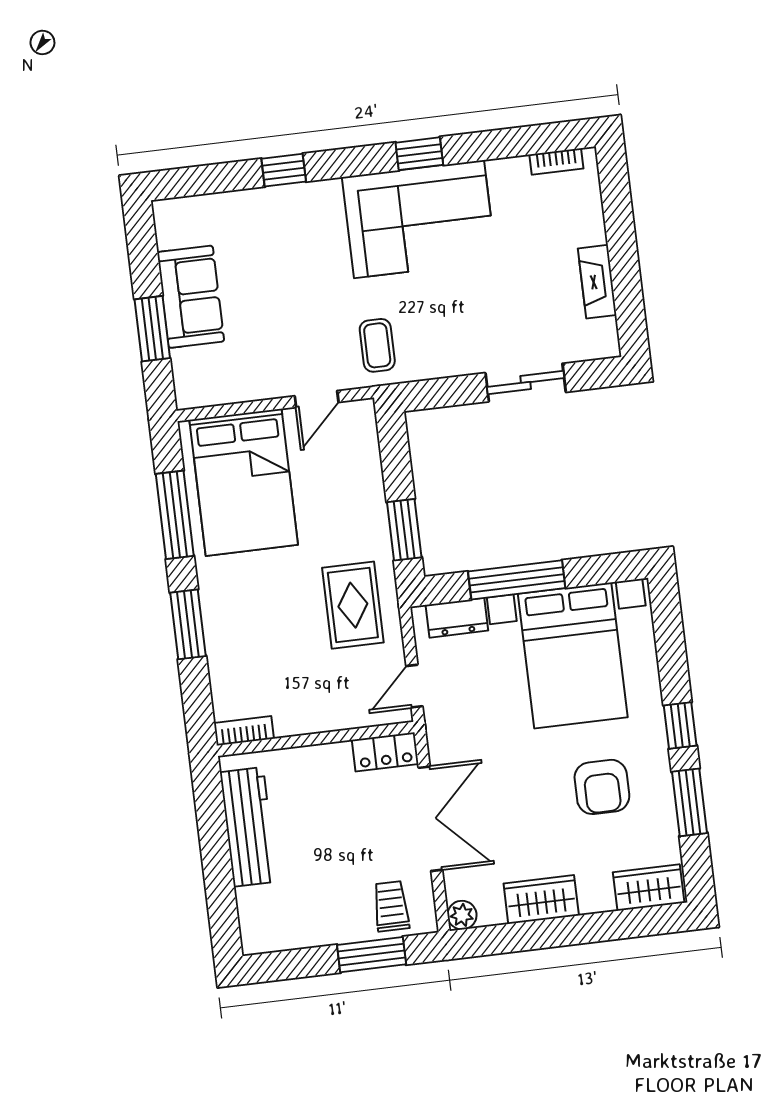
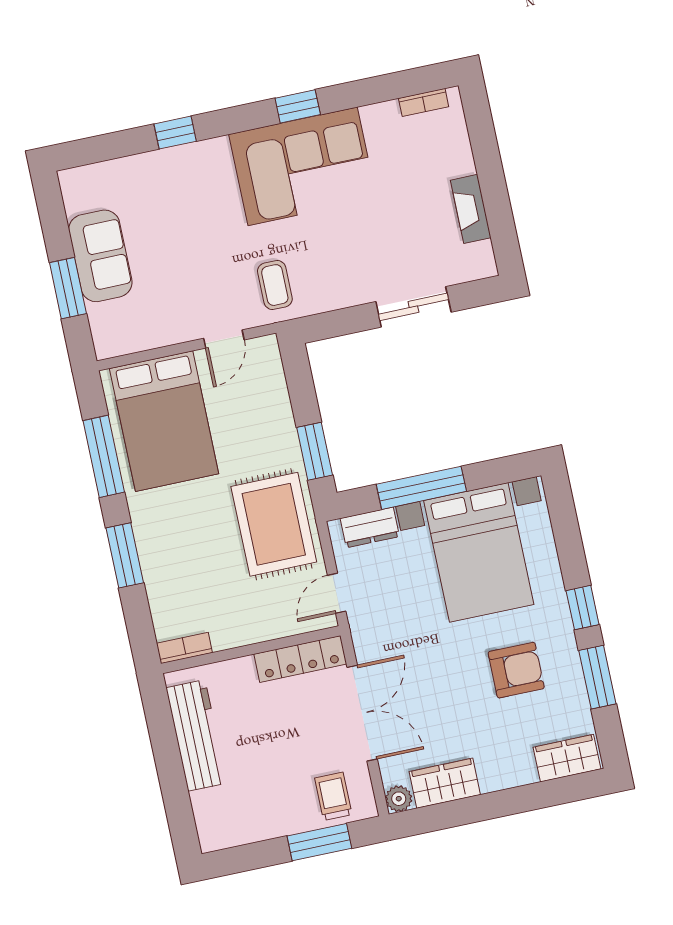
rug: (353, 605) -> (274, 524), width x1.36, depth x1.43
locker: (385, 752) -> (300, 659), width x1.53
armchair: (602, 787) -> (516, 670), turned -90
wardrobe: (541, 899) -> (445, 783), moved

